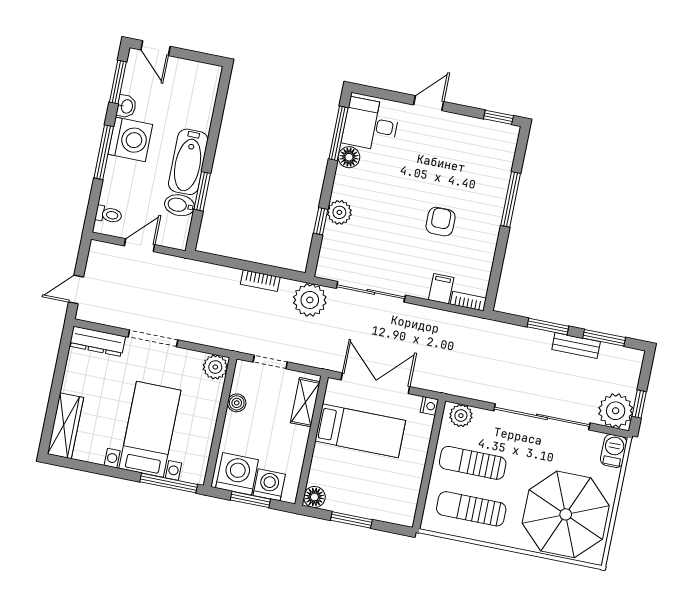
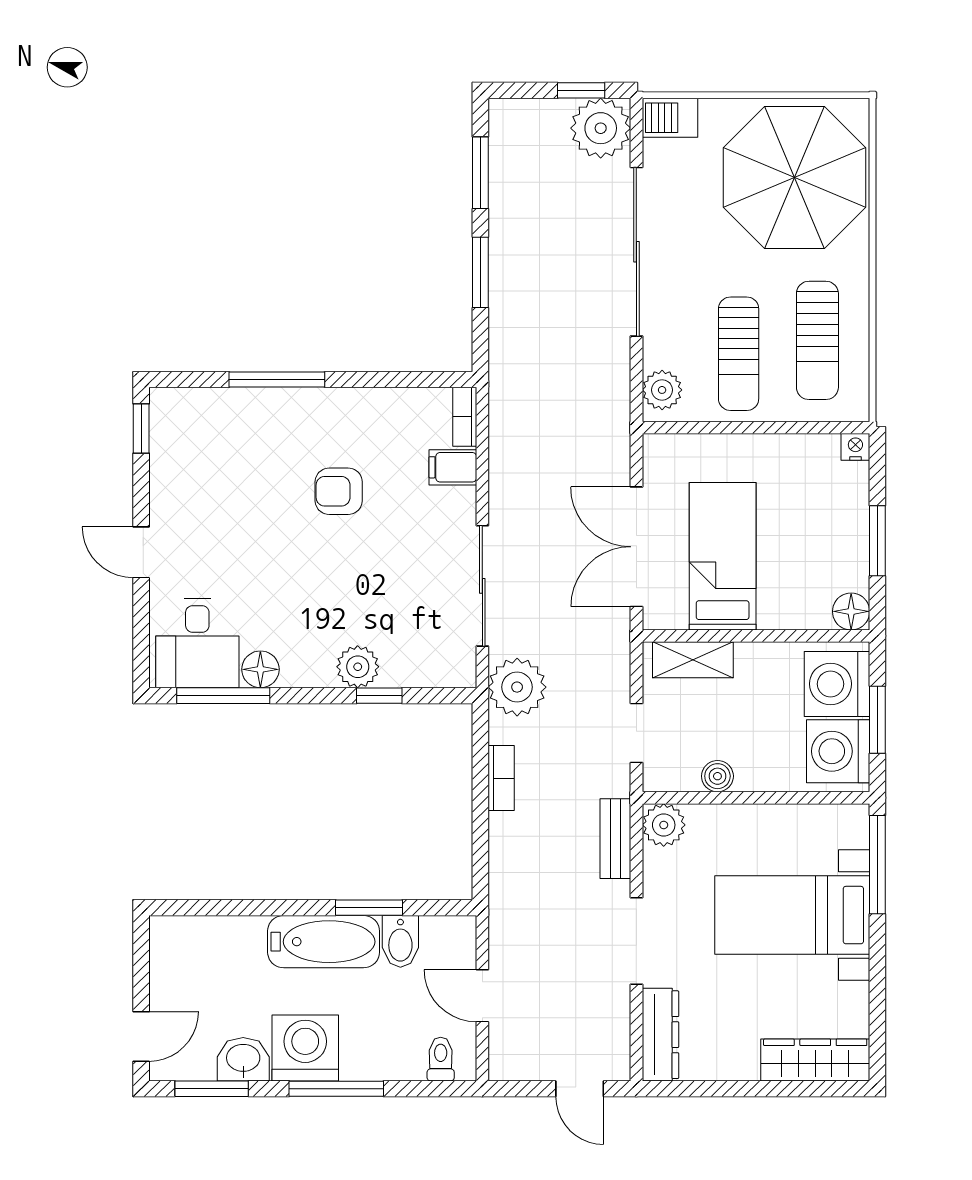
washbasin: (126, 106) -> (243, 1059), width x1.38, depth x1.45
bench: (576, 346) -> (615, 839), moved
nightstand: (429, 406) -> (855, 447), moved
washing machine: (269, 485) -> (837, 684), width x1.37, depth x1.37

